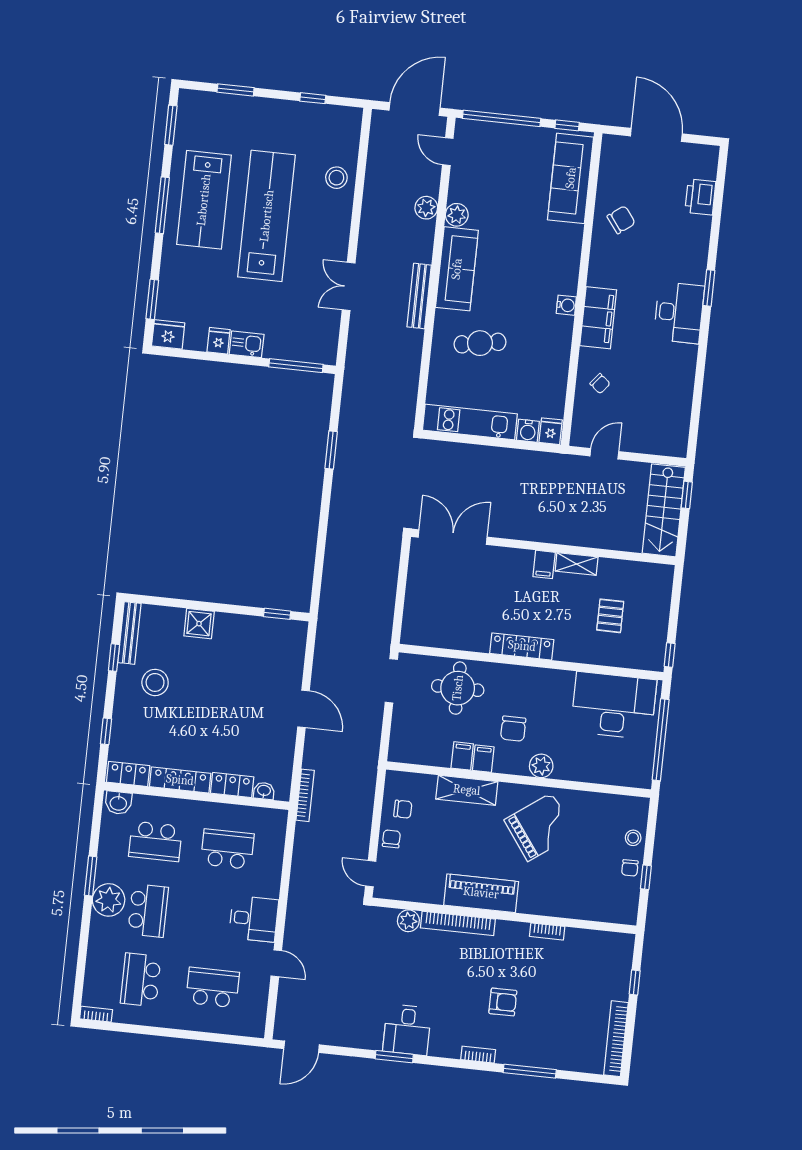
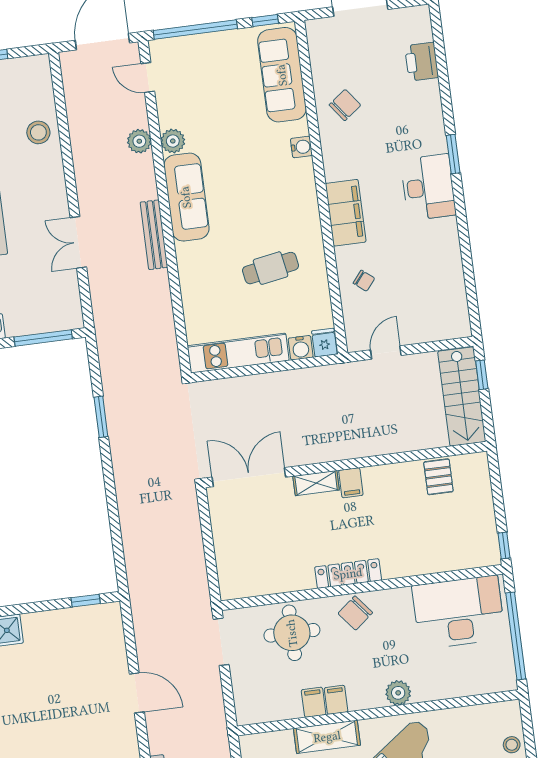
water cooler: (566, 305) -> (301, 147), moved
cafe table: (480, 343) -> (271, 268), moved
shelving: (577, 564) -> (316, 483), moved
pallet: (610, 616) -> (438, 477), moved
chair: (513, 729) -> (355, 613), moved, turned 51

